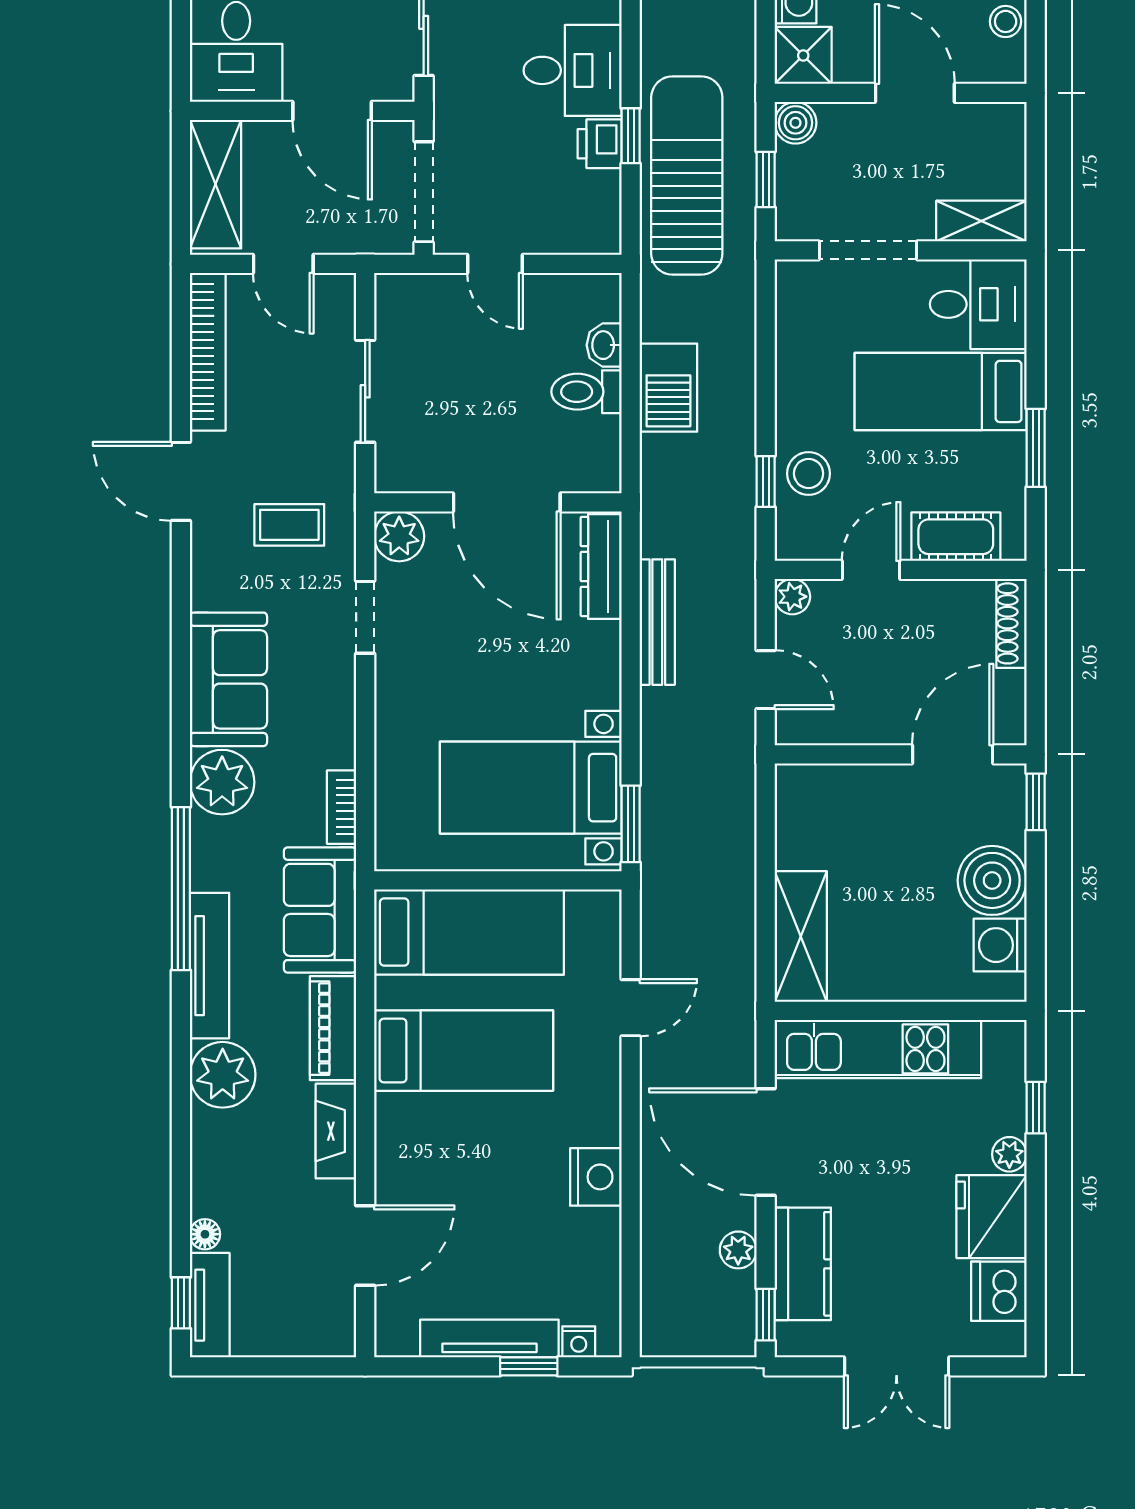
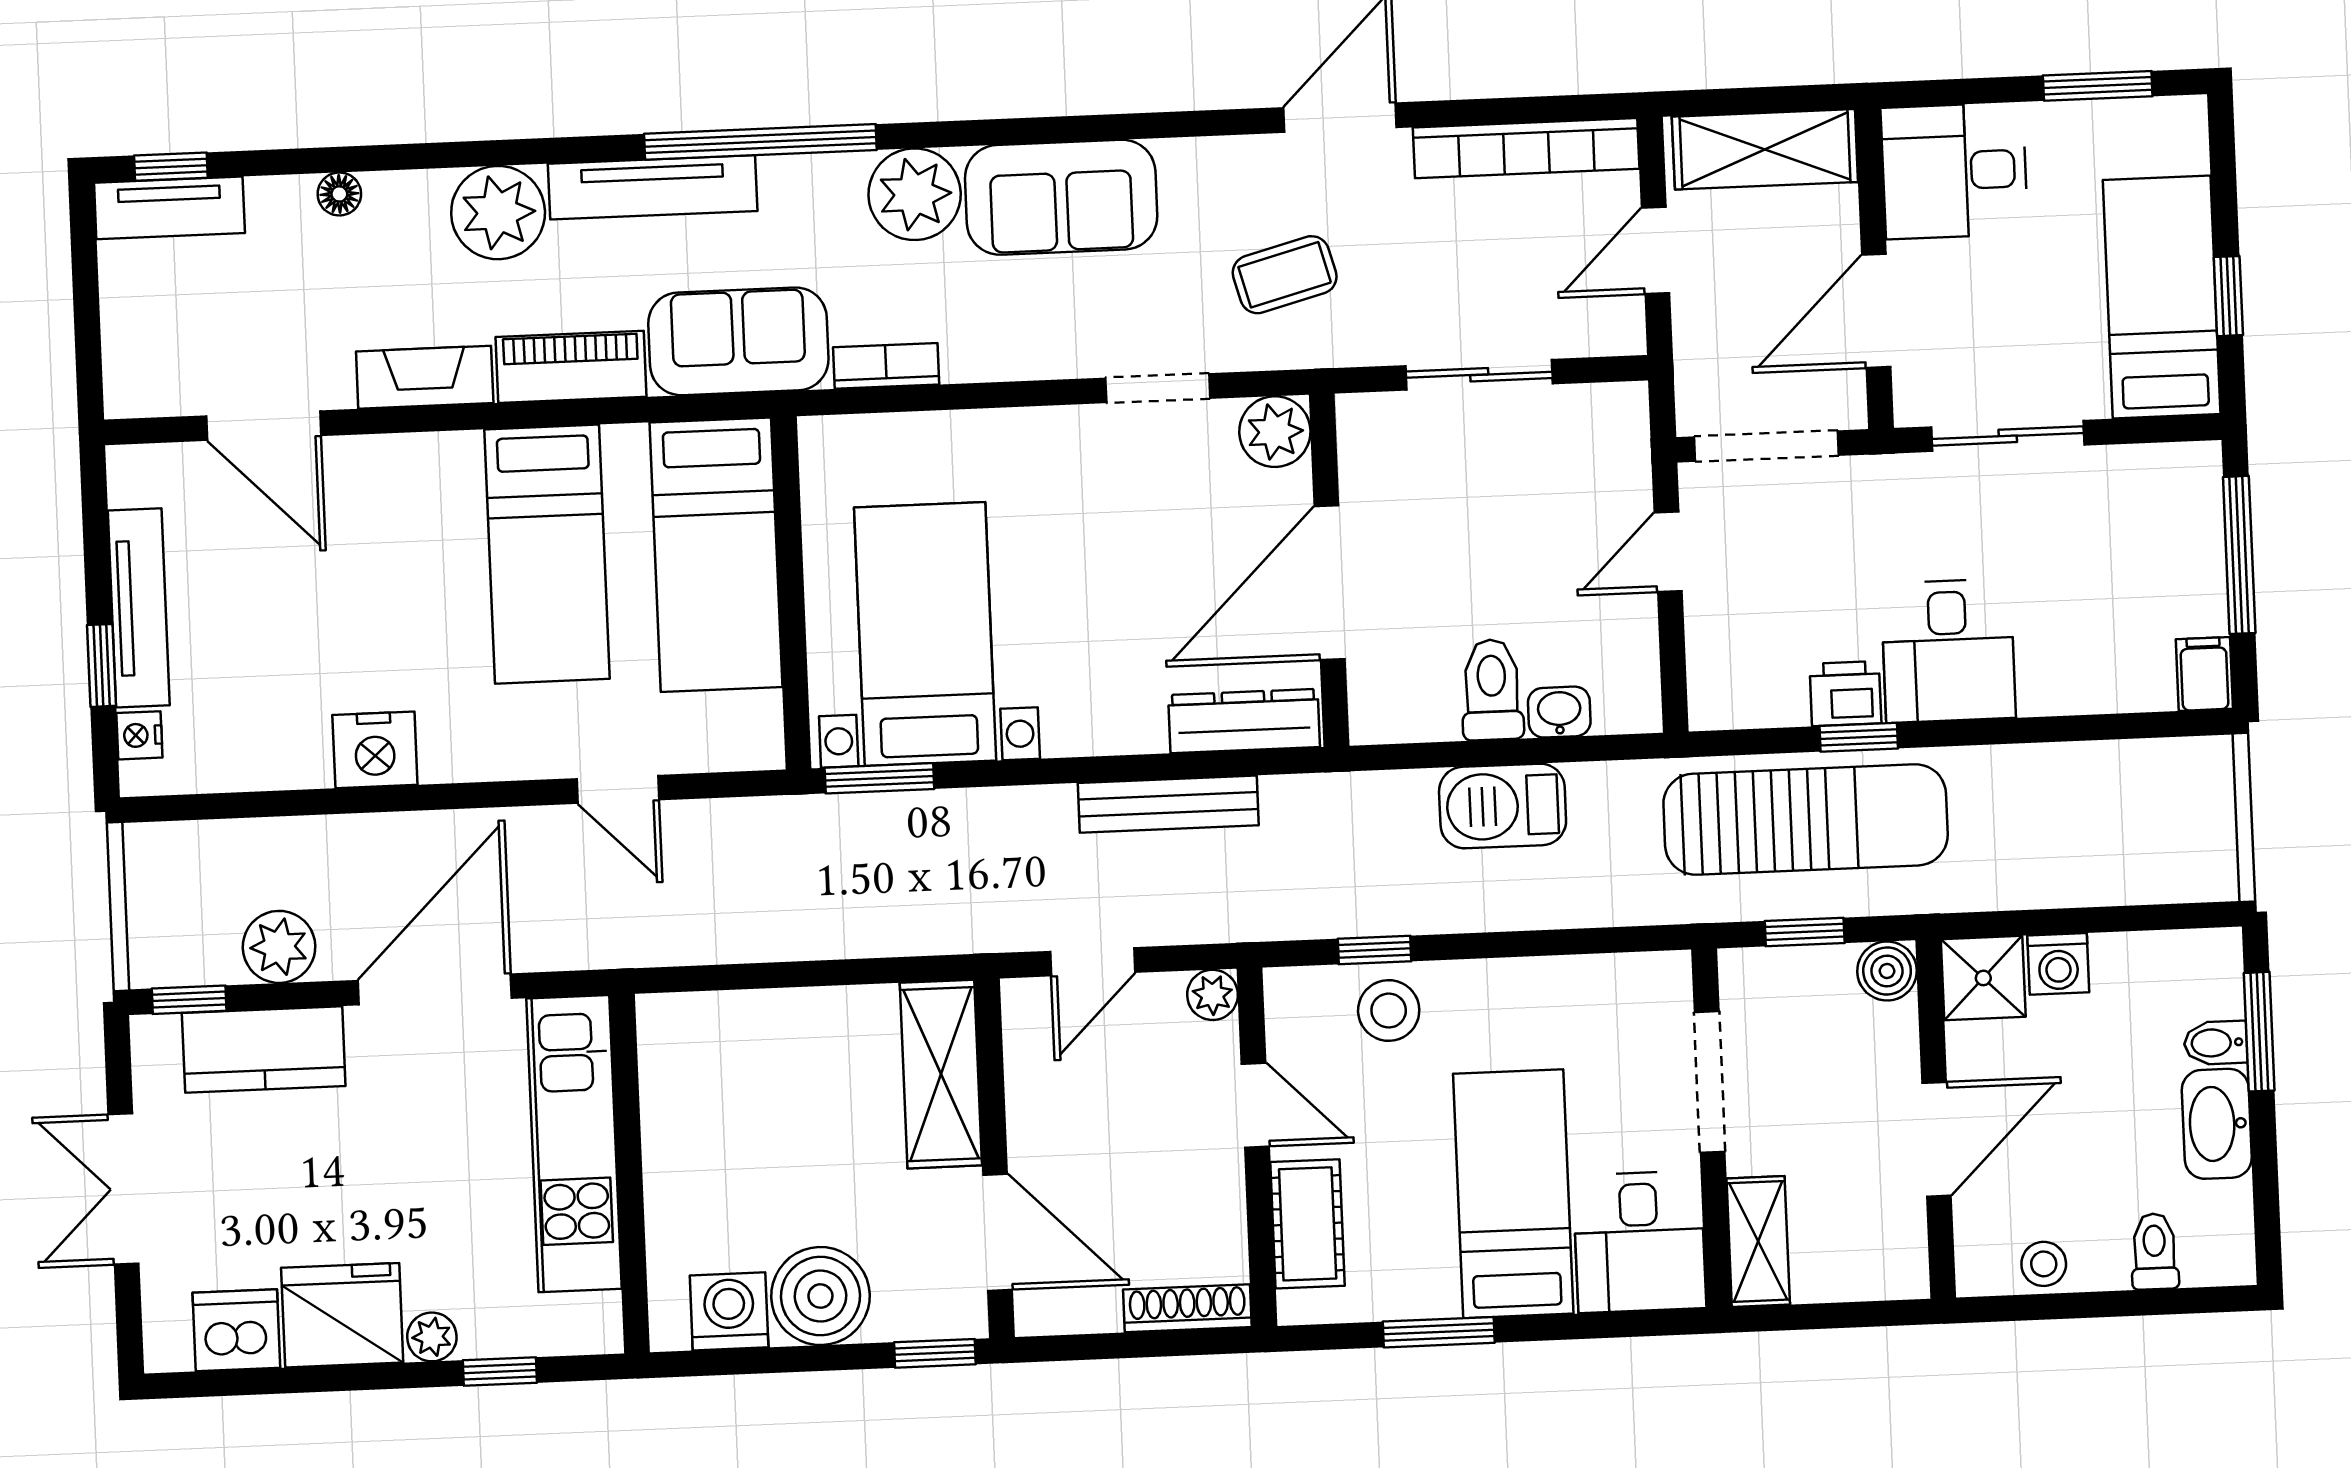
coffee table: (289, 525) -> (1285, 275), turned 75
shelving: (801, 937) -> (941, 1074), moved, turned 90
floor lamp: (205, 1234) -> (339, 194), moved
plant: (738, 1250) -> (279, 947), width x1.38, depth x1.38

